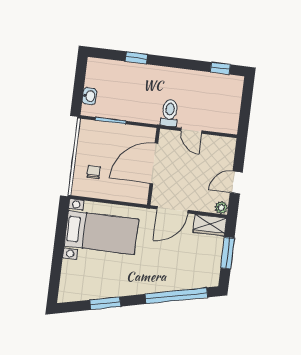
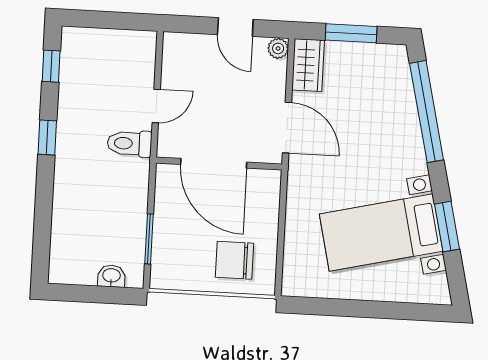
window: (136, 58) -> (47, 137), moved
chair: (94, 172) -> (235, 260), width x1.87, depth x1.87
bed with nightstands: (101, 233) -> (381, 233), moved, turned -103

